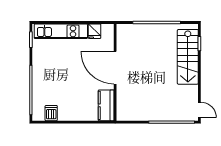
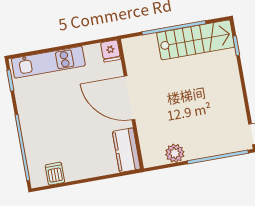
fridge: (95, 31) -> (111, 51), moved
stairs: (188, 57) -> (196, 40), moved, turned -90
plant: (141, 114) -> (175, 153), added

